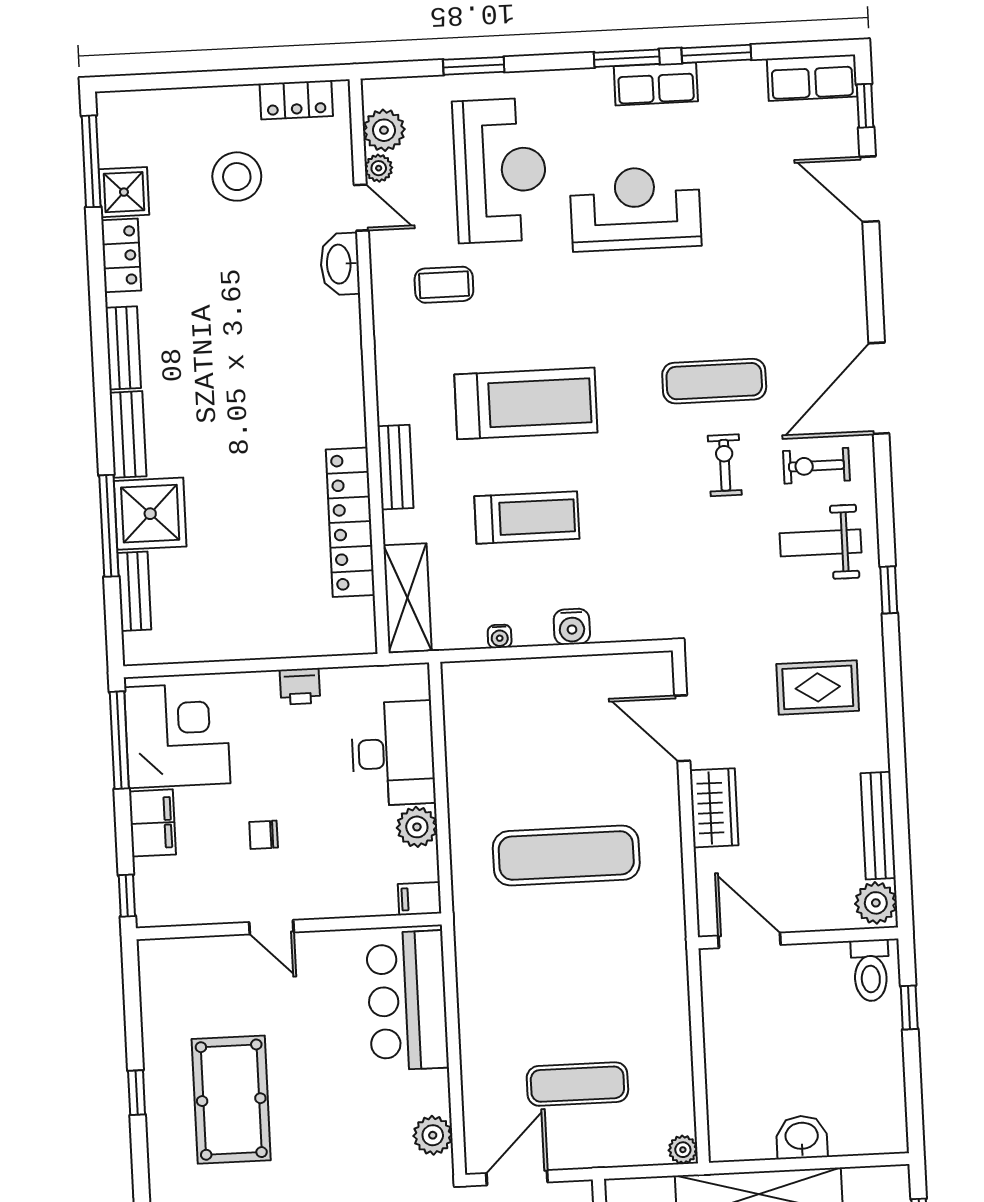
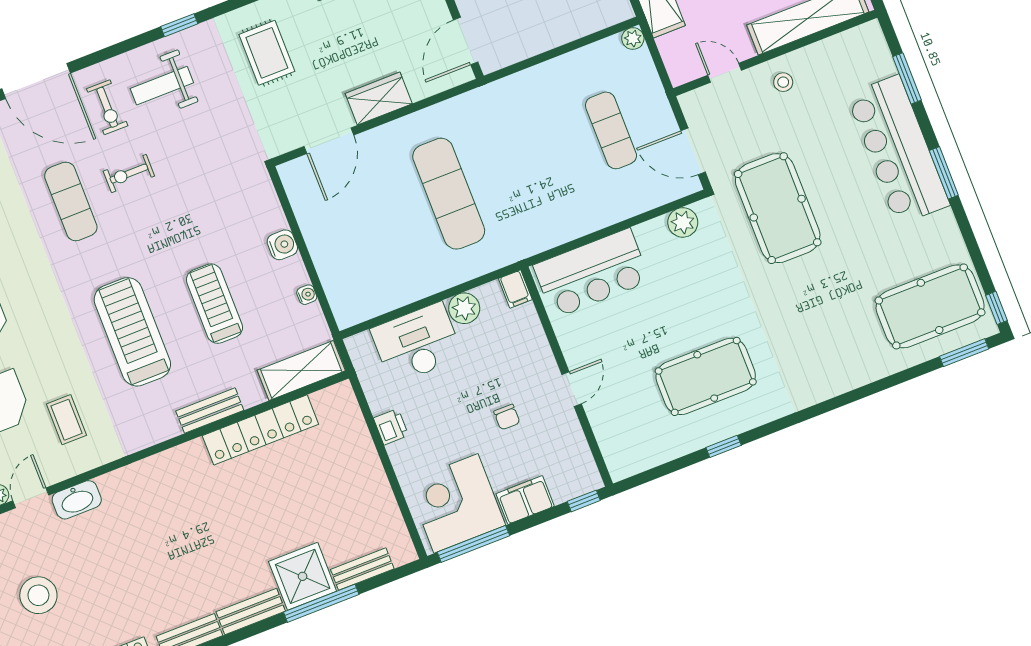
weight bench: (820, 543) -> (162, 86), turned 90

